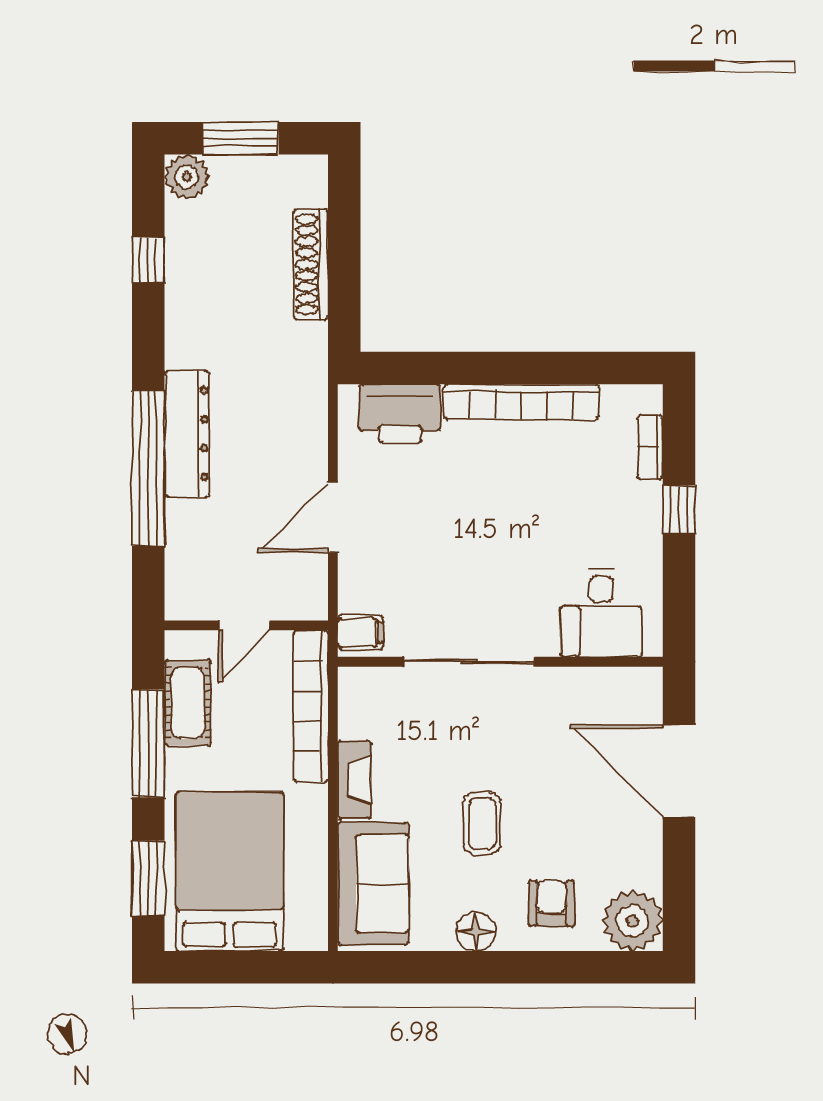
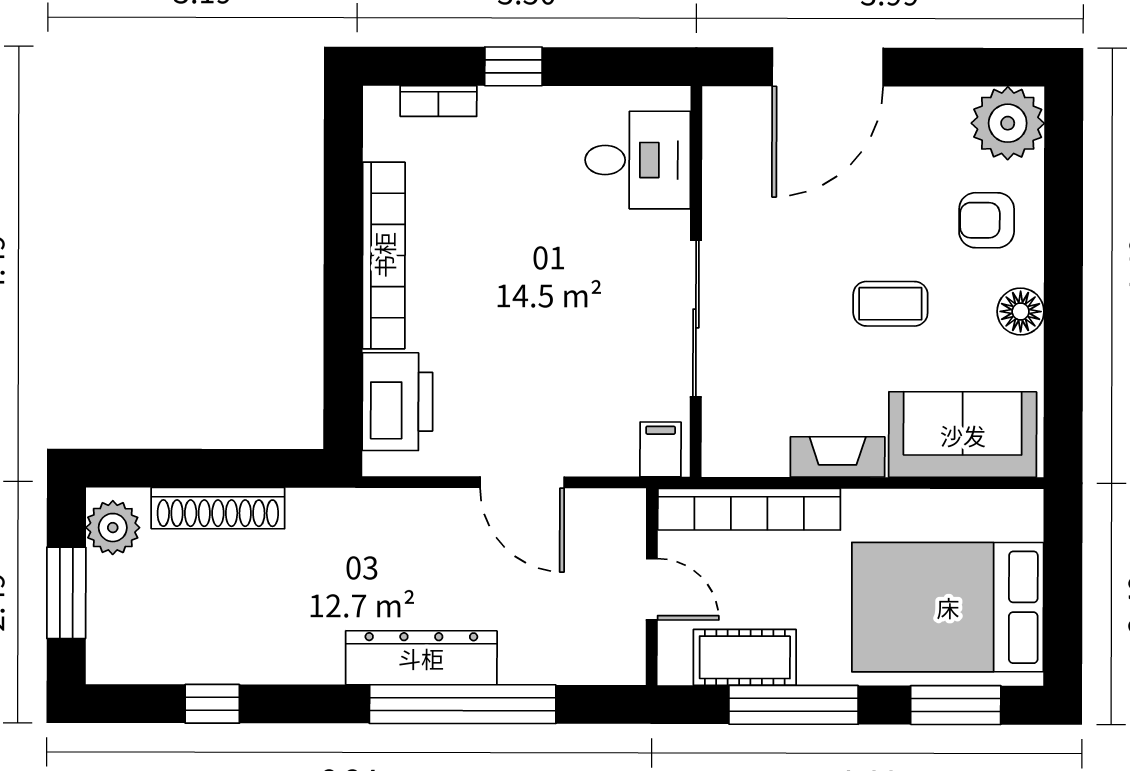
plant: (187, 177) -> (113, 528), moved

